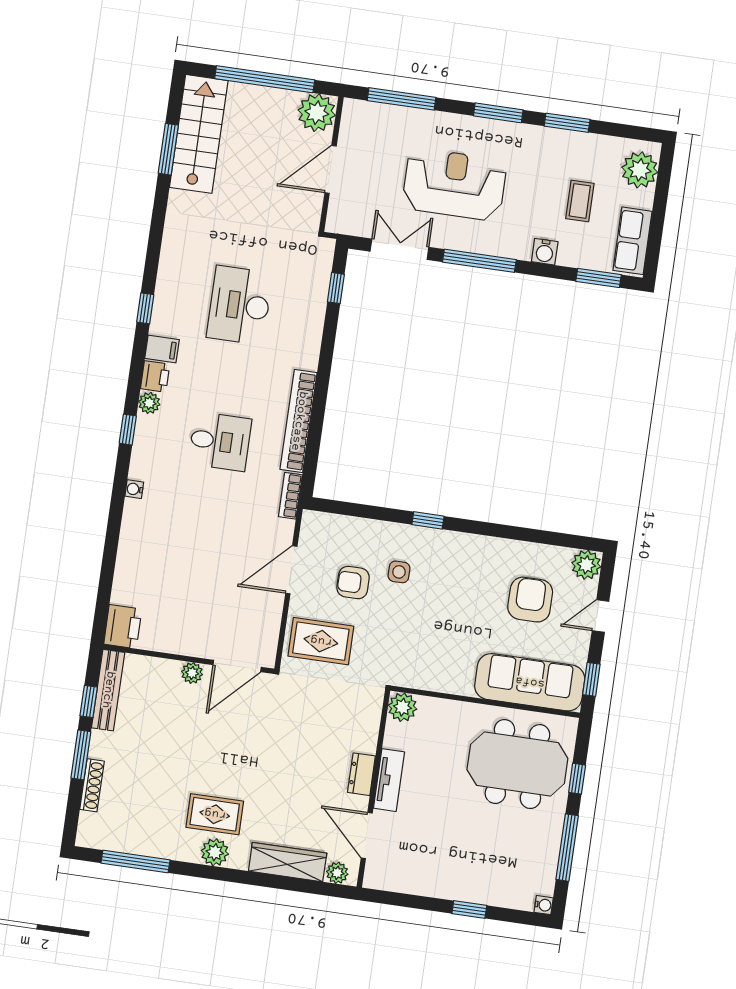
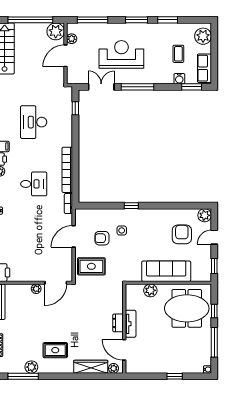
plant: (350, 134) -> (72, 39), added
water cooler: (545, 252) -> (179, 79), moved
sofa: (530, 682) -> (166, 271), moved
plant: (402, 707) -> (150, 290), moved
plant: (215, 852) -> (31, 367), moved

